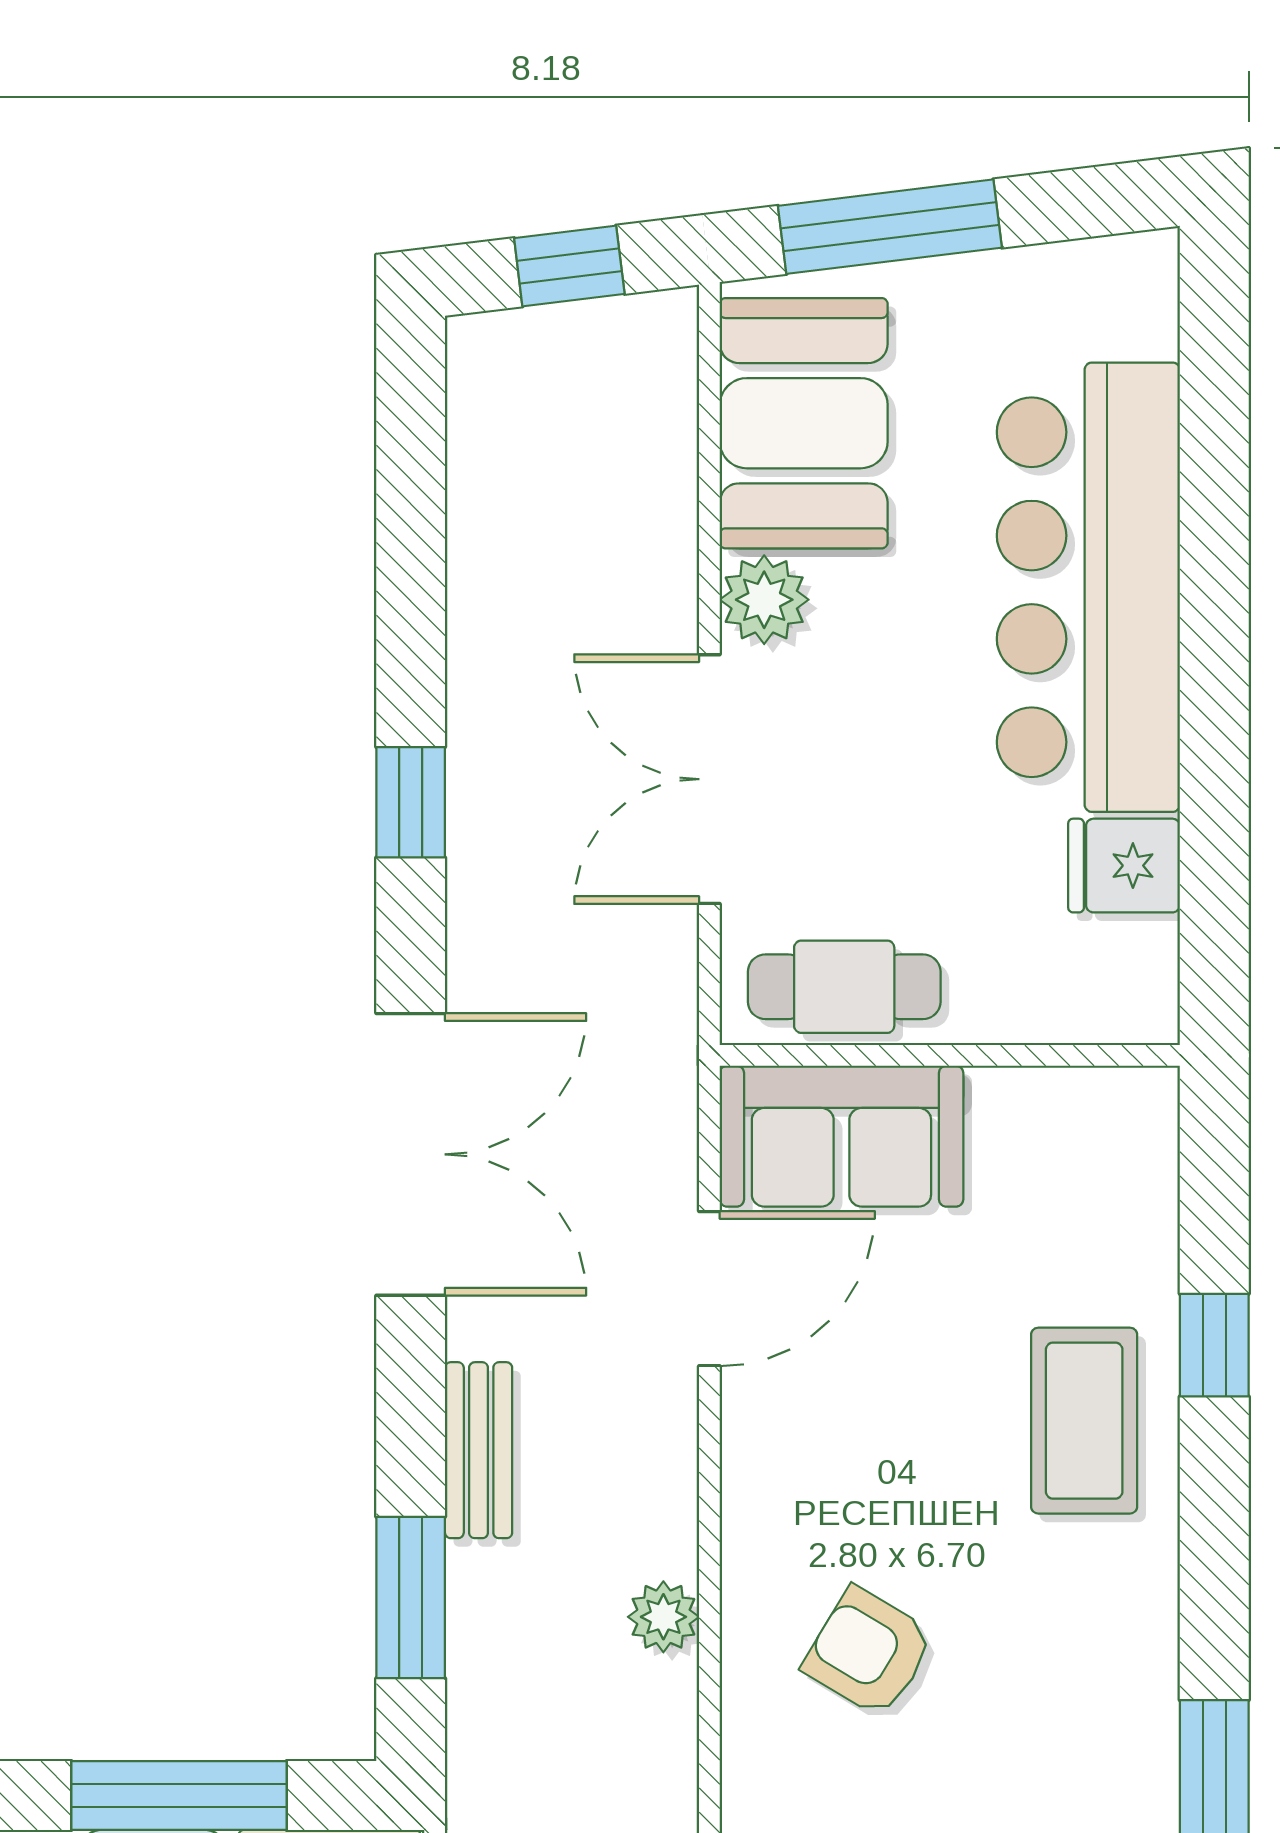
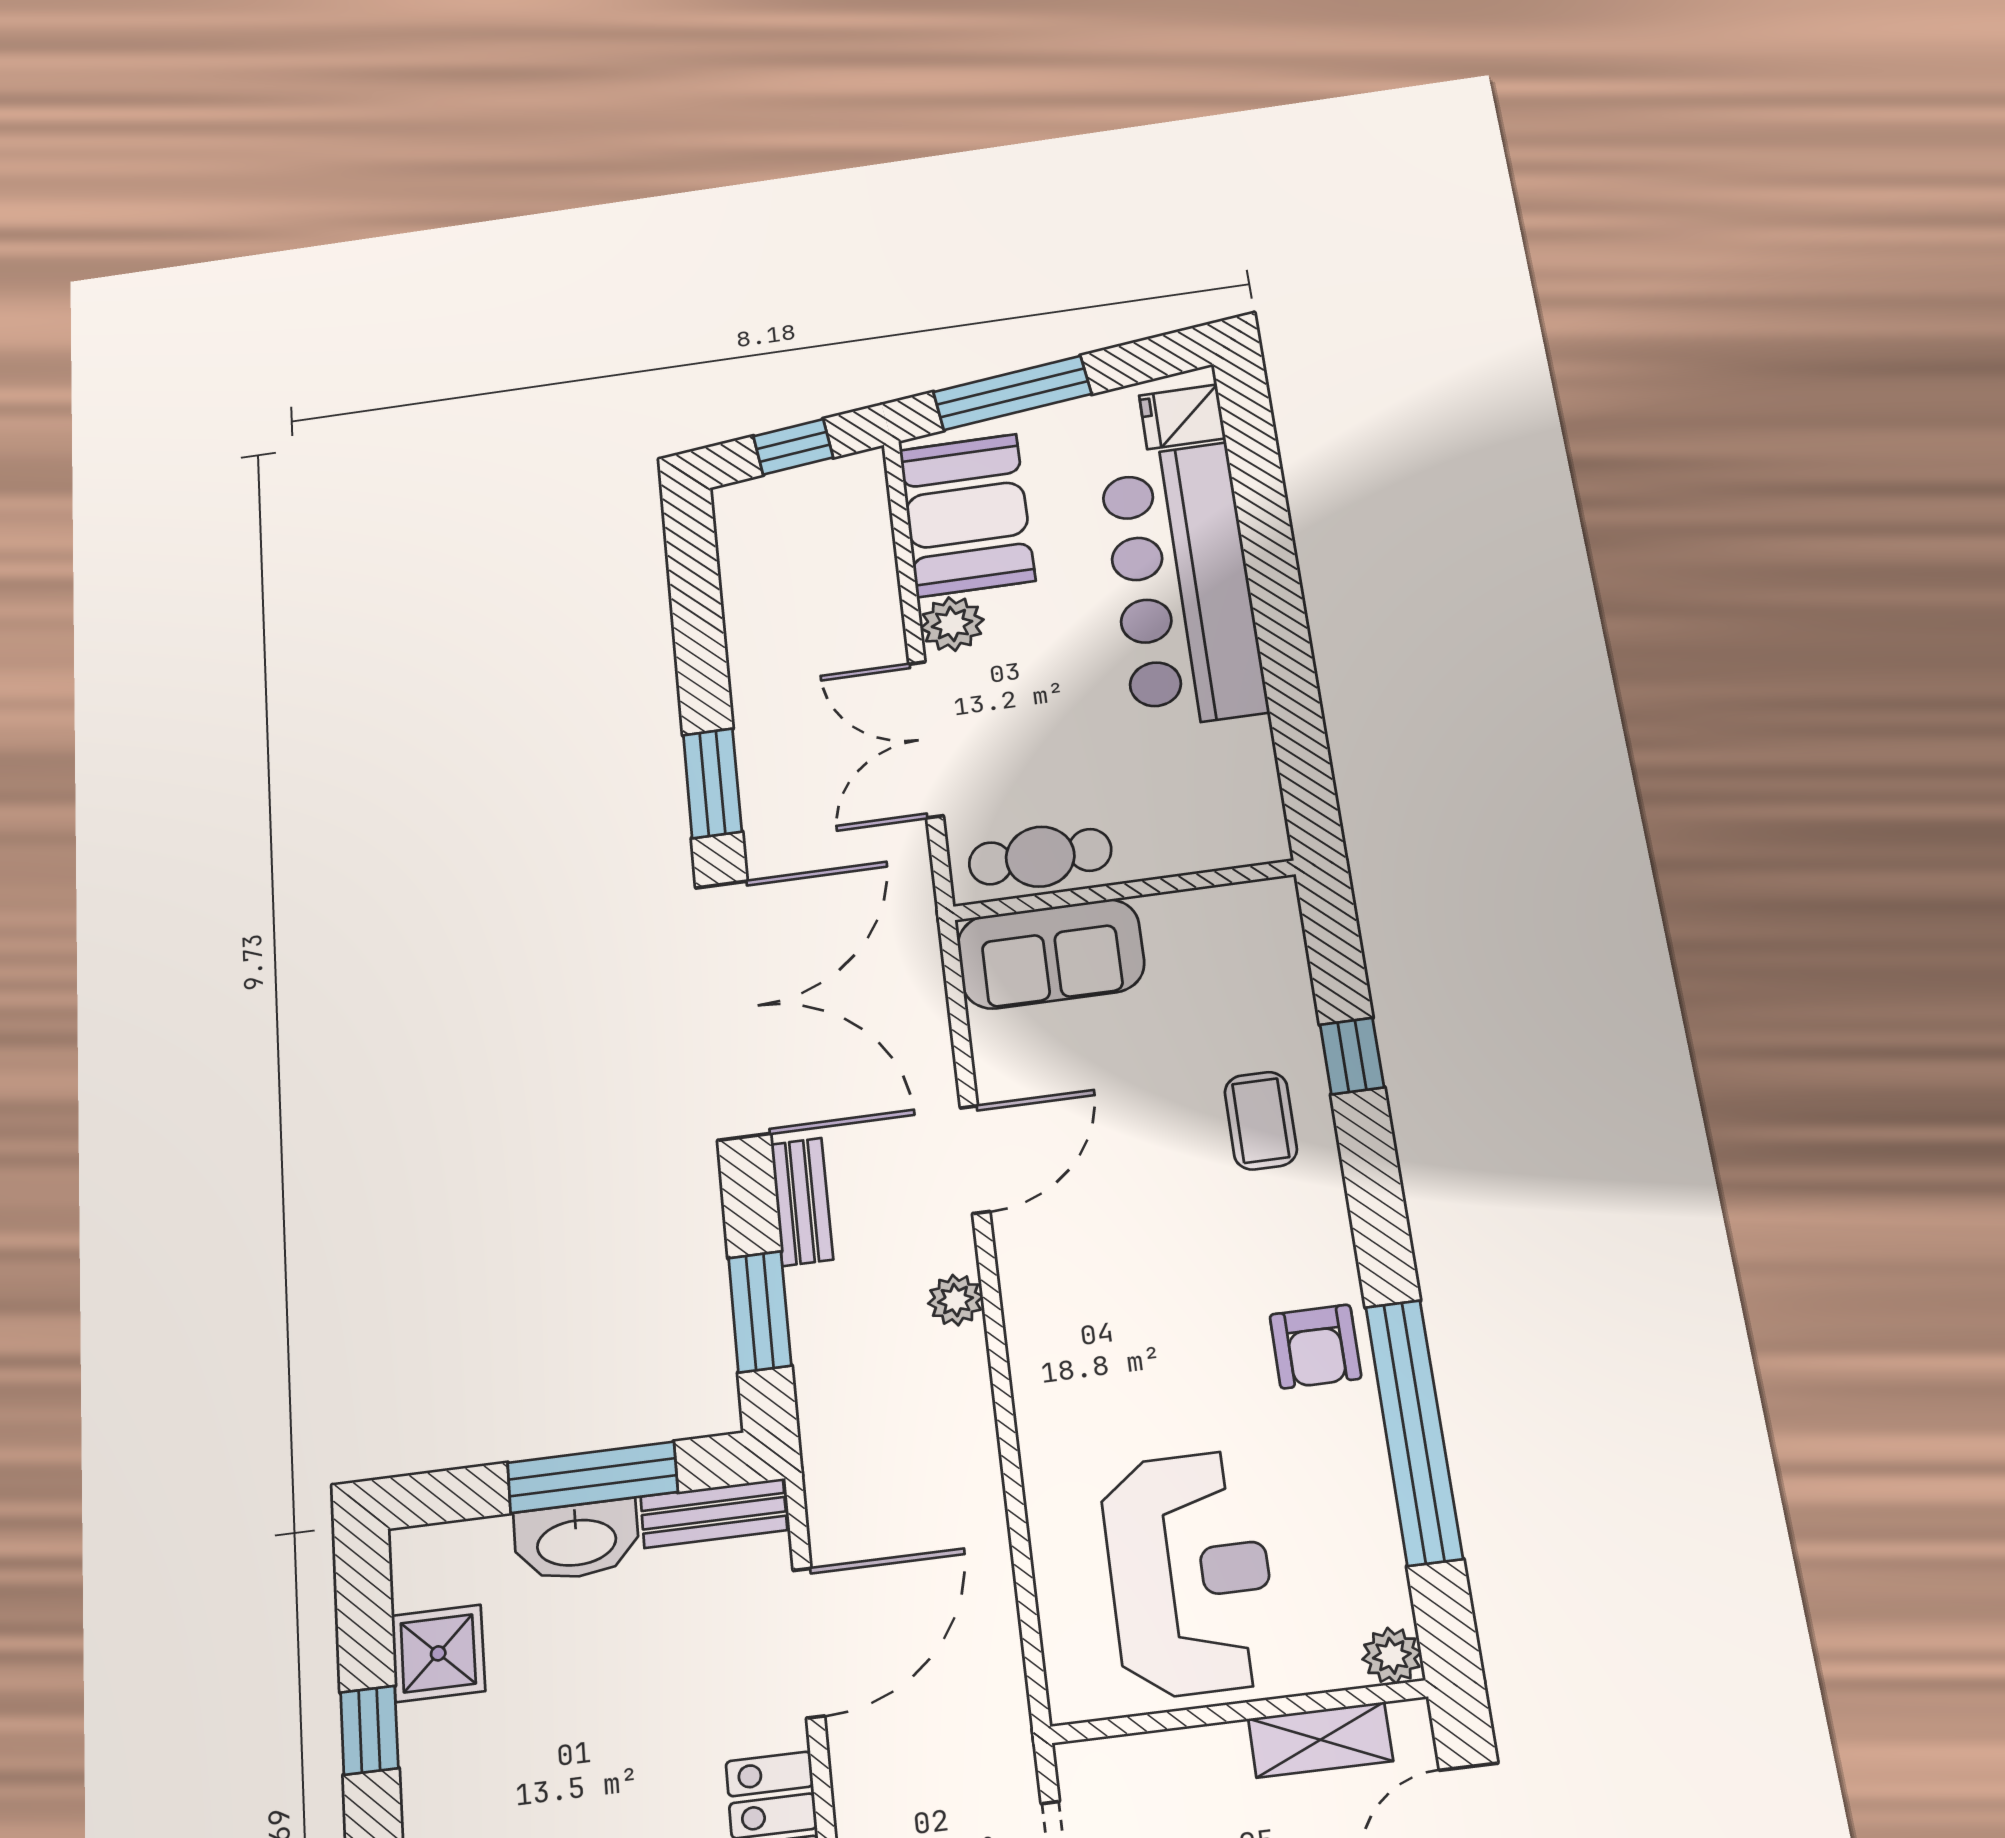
window: (411, 802) -> (712, 783), width x1.50
fridge: (1124, 866) -> (1182, 417), moved
double door: (411, 1154) -> (733, 1009), width x1.36
door: (709, 1289) -> (975, 1159), moved
coffee table: (1084, 1421) -> (1261, 1121), width x0.73, depth x0.77
armchair: (869, 1652) -> (1315, 1346), moved, turned -121

